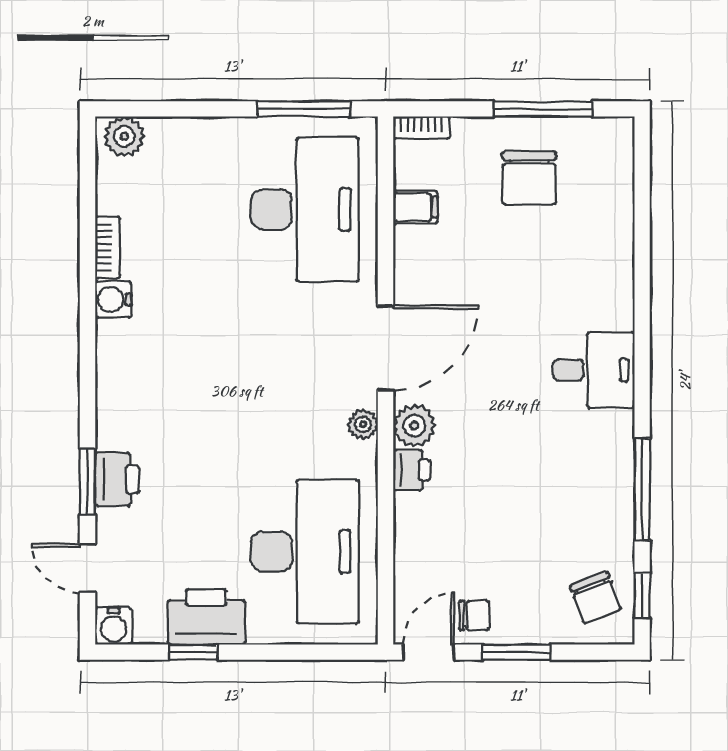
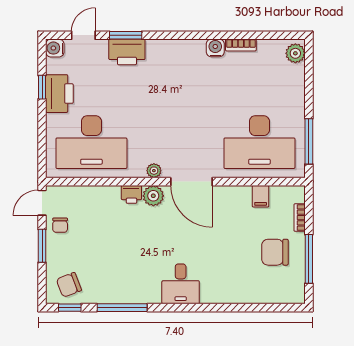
bookcase: (421, 128) -> (300, 218), moved
printer: (117, 479) -> (127, 52), width x1.37, depth x1.19
door: (428, 652) -> (42, 203), swing flipped

